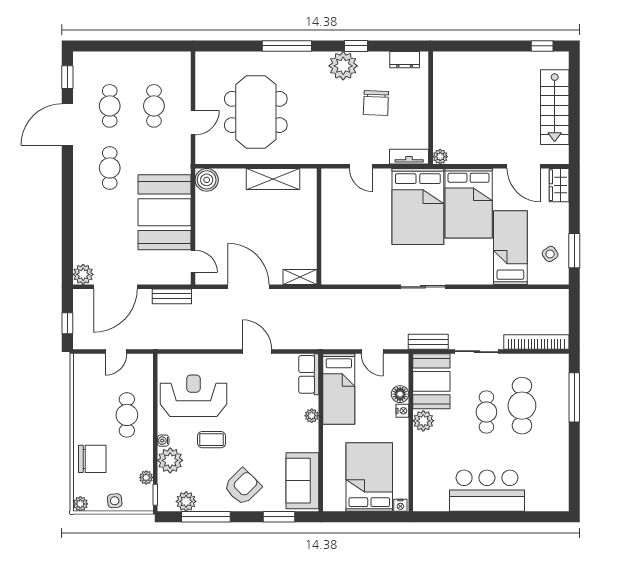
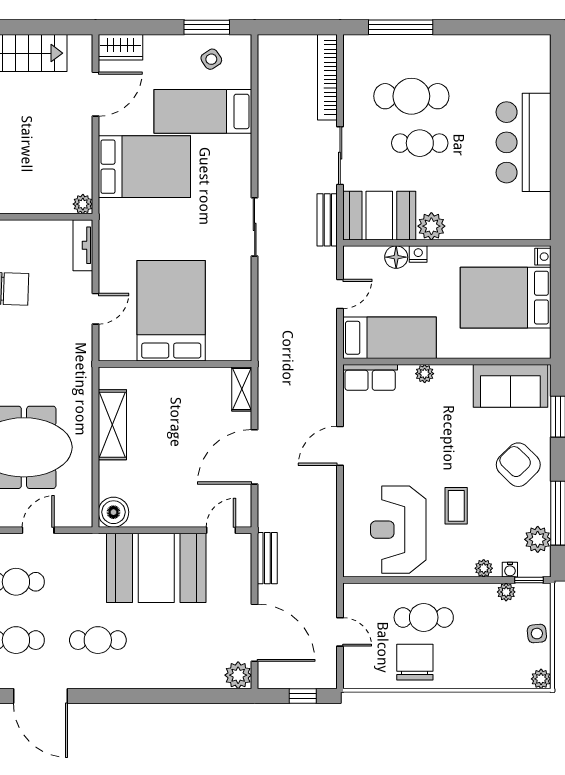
door: (193, 123) -> (38, 530), hinge flipped
bed: (418, 207) -> (171, 311), moved, turned -90
water cooler: (163, 441) -> (510, 570), moved
chair: (92, 459) -> (415, 662), moved
plant: (170, 460) -> (484, 568), width x0.53, depth x0.53

